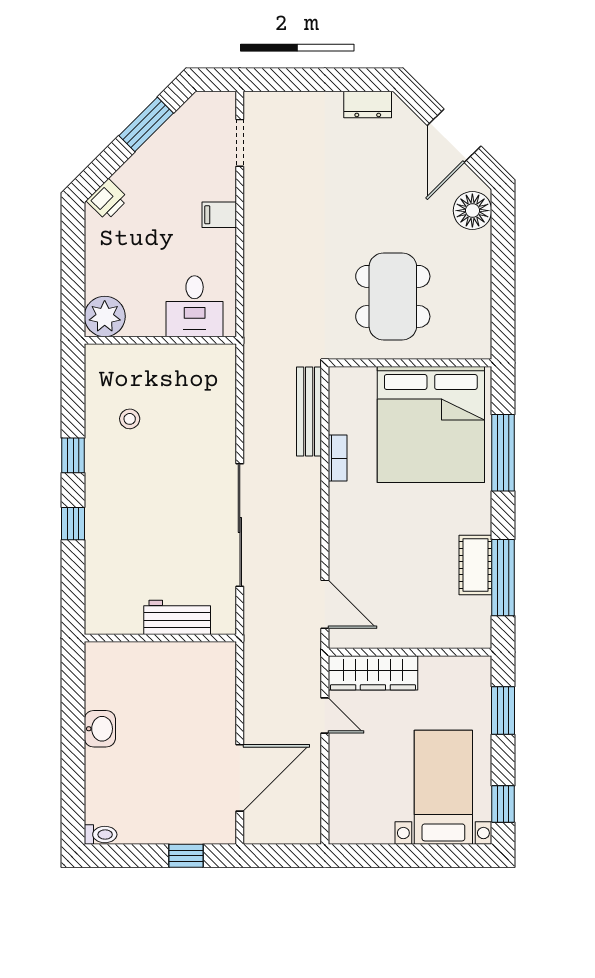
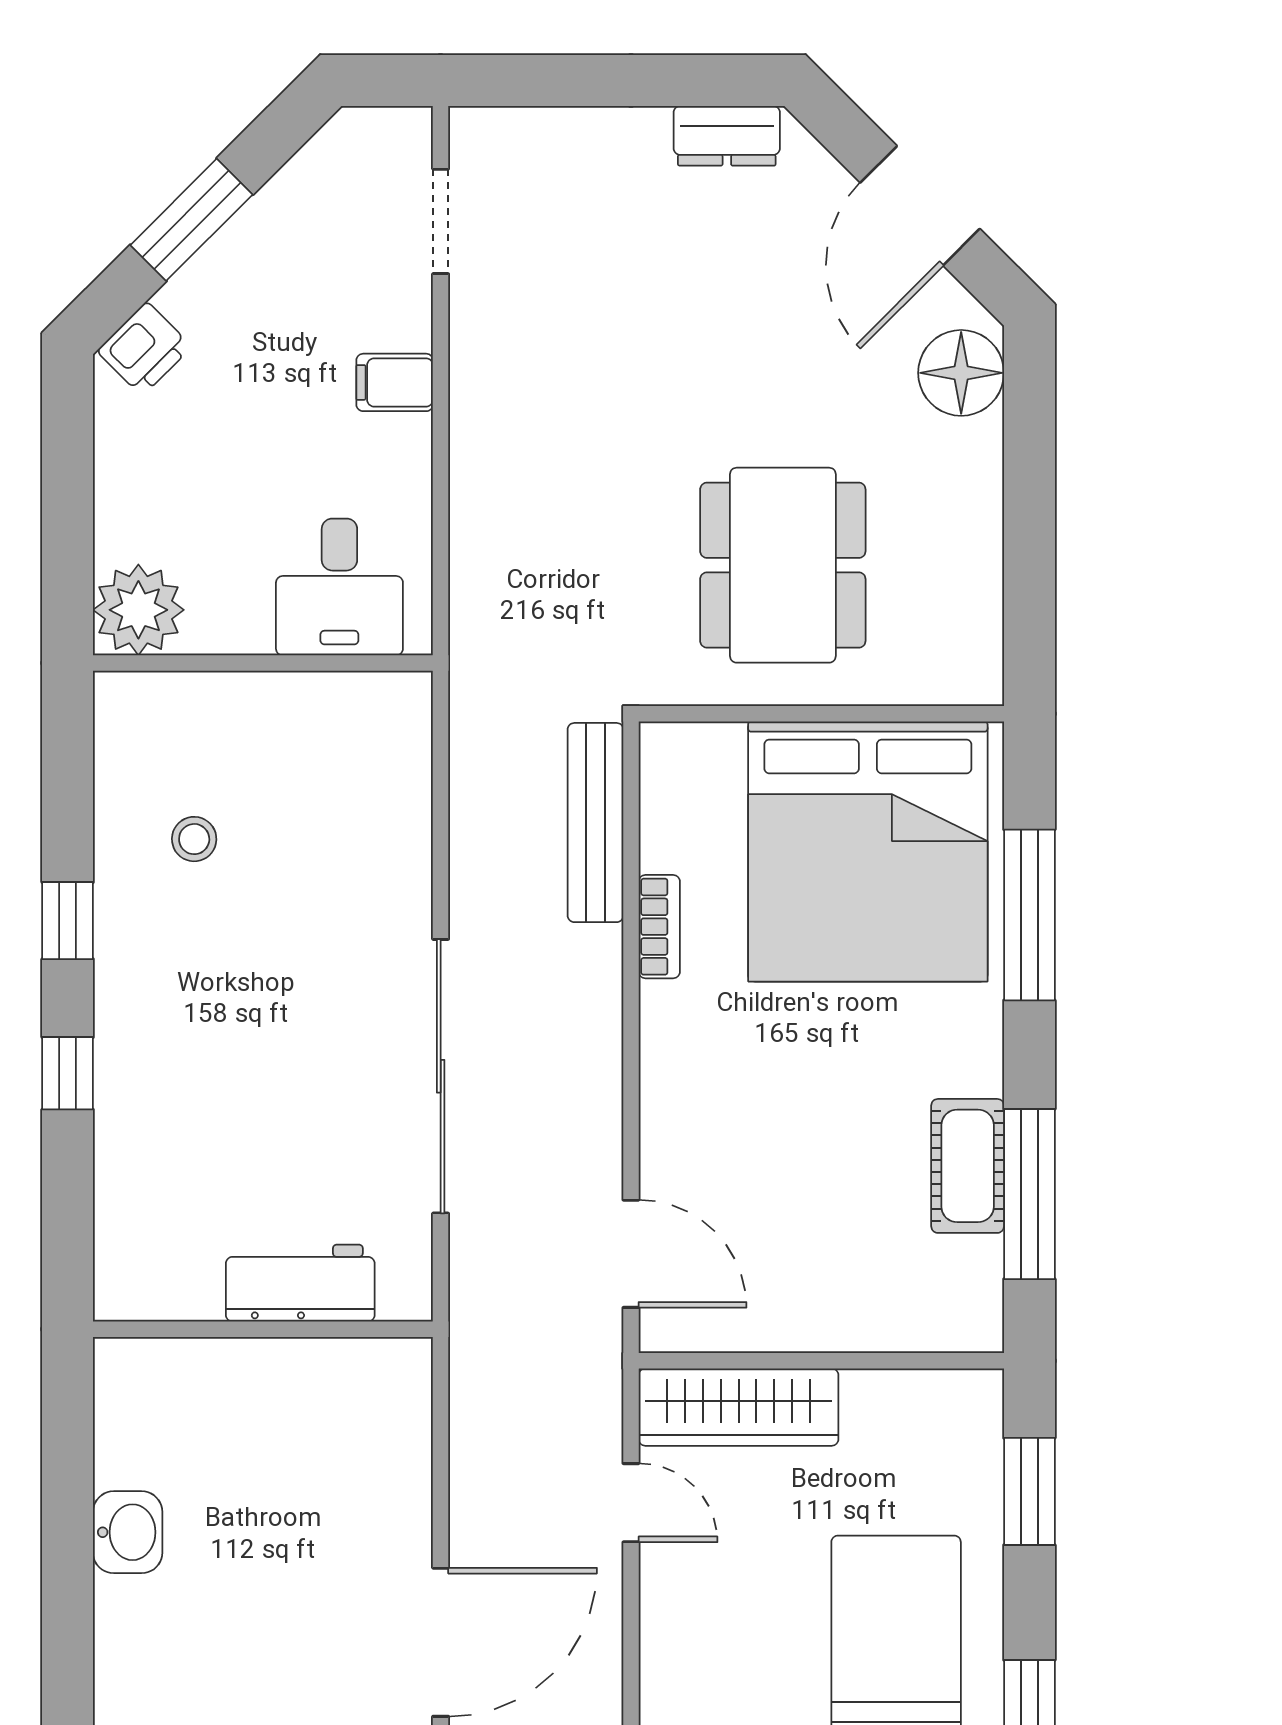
window: (146, 124) -> (191, 220), moved

